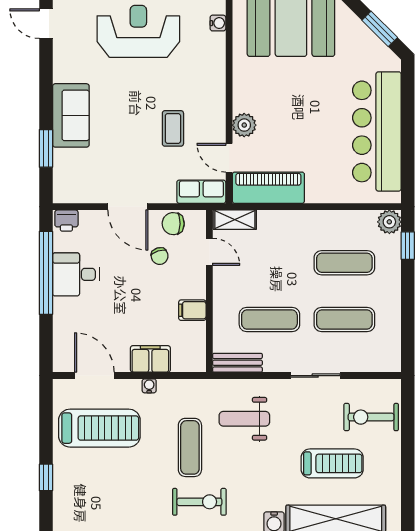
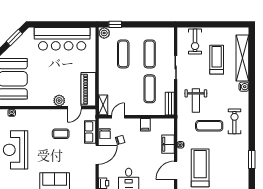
row of seats: (201, 192) -> (90, 132), moved

